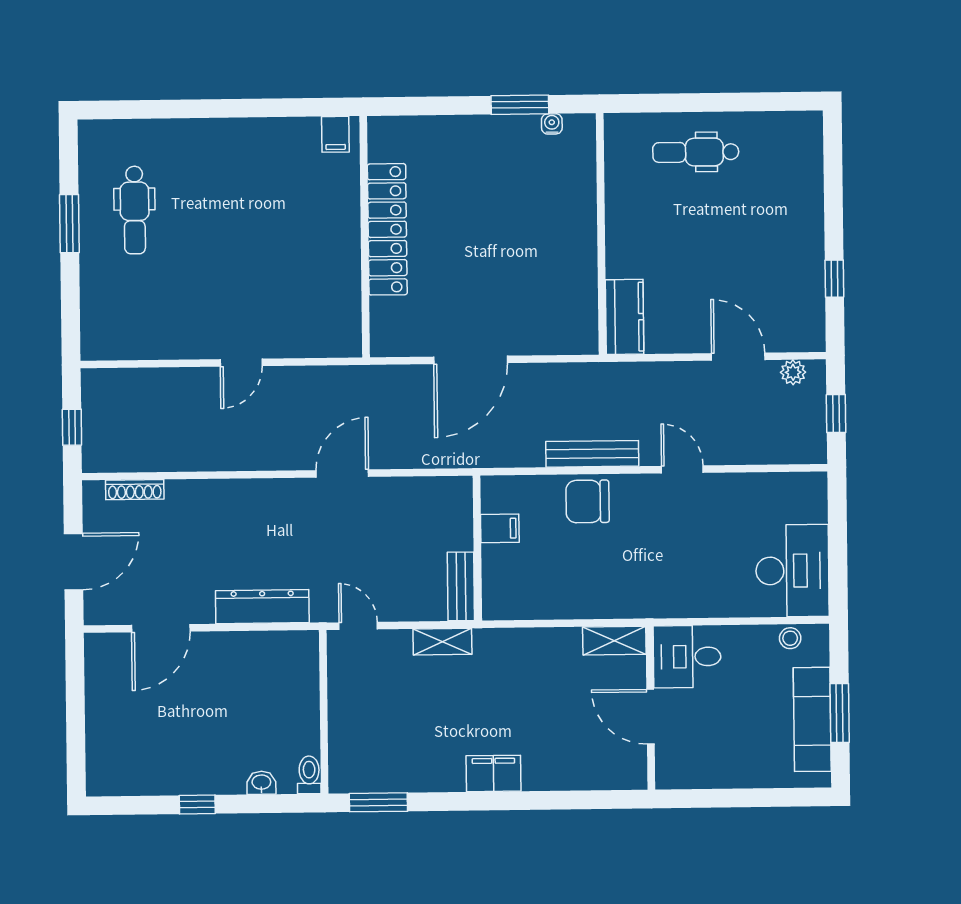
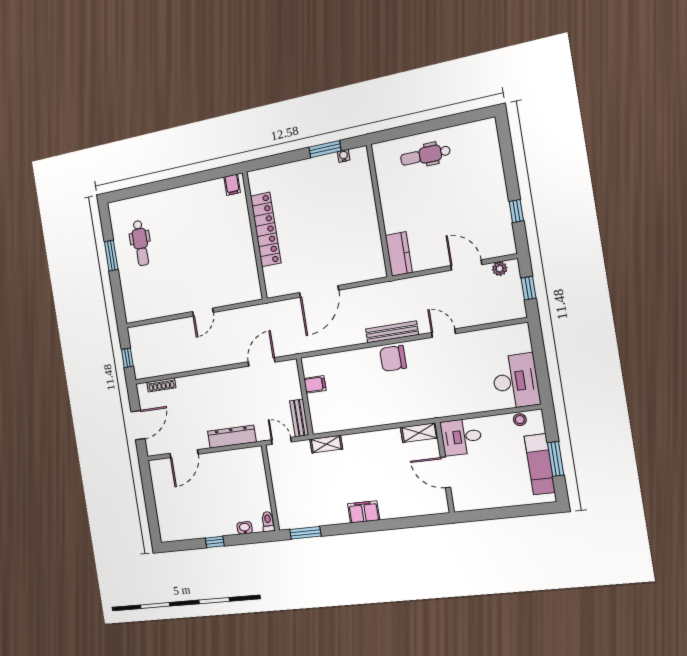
filing cabinet: (500, 528) -> (315, 384), moved
wall: (477, 548) -> (305, 397), moved
bench: (461, 586) -> (299, 418), moved

